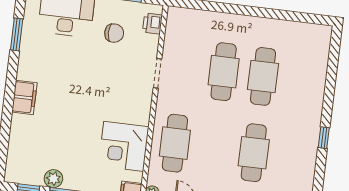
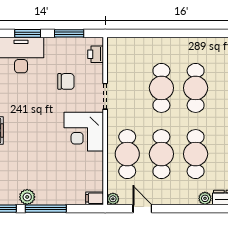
chair: (114, 33) -> (66, 81), moved
corner desk: (124, 146) -> (84, 132), moved
cafe table: (214, 148) -> (161, 154), added

